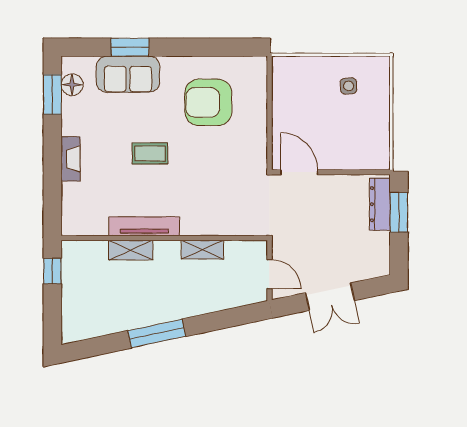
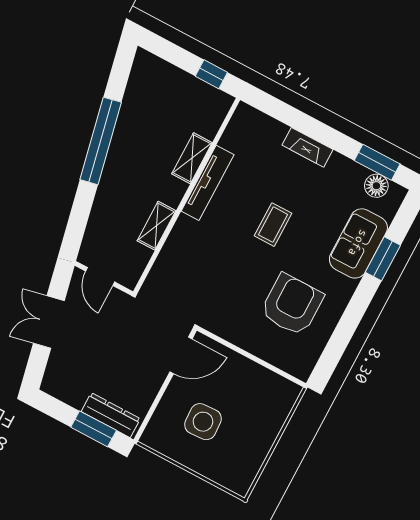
side table: (349, 86) -> (203, 422), moved, width x1.87, depth x1.87
door: (269, 274) -> (100, 277), hinge flipped
window: (157, 334) -> (101, 141), width x1.46

